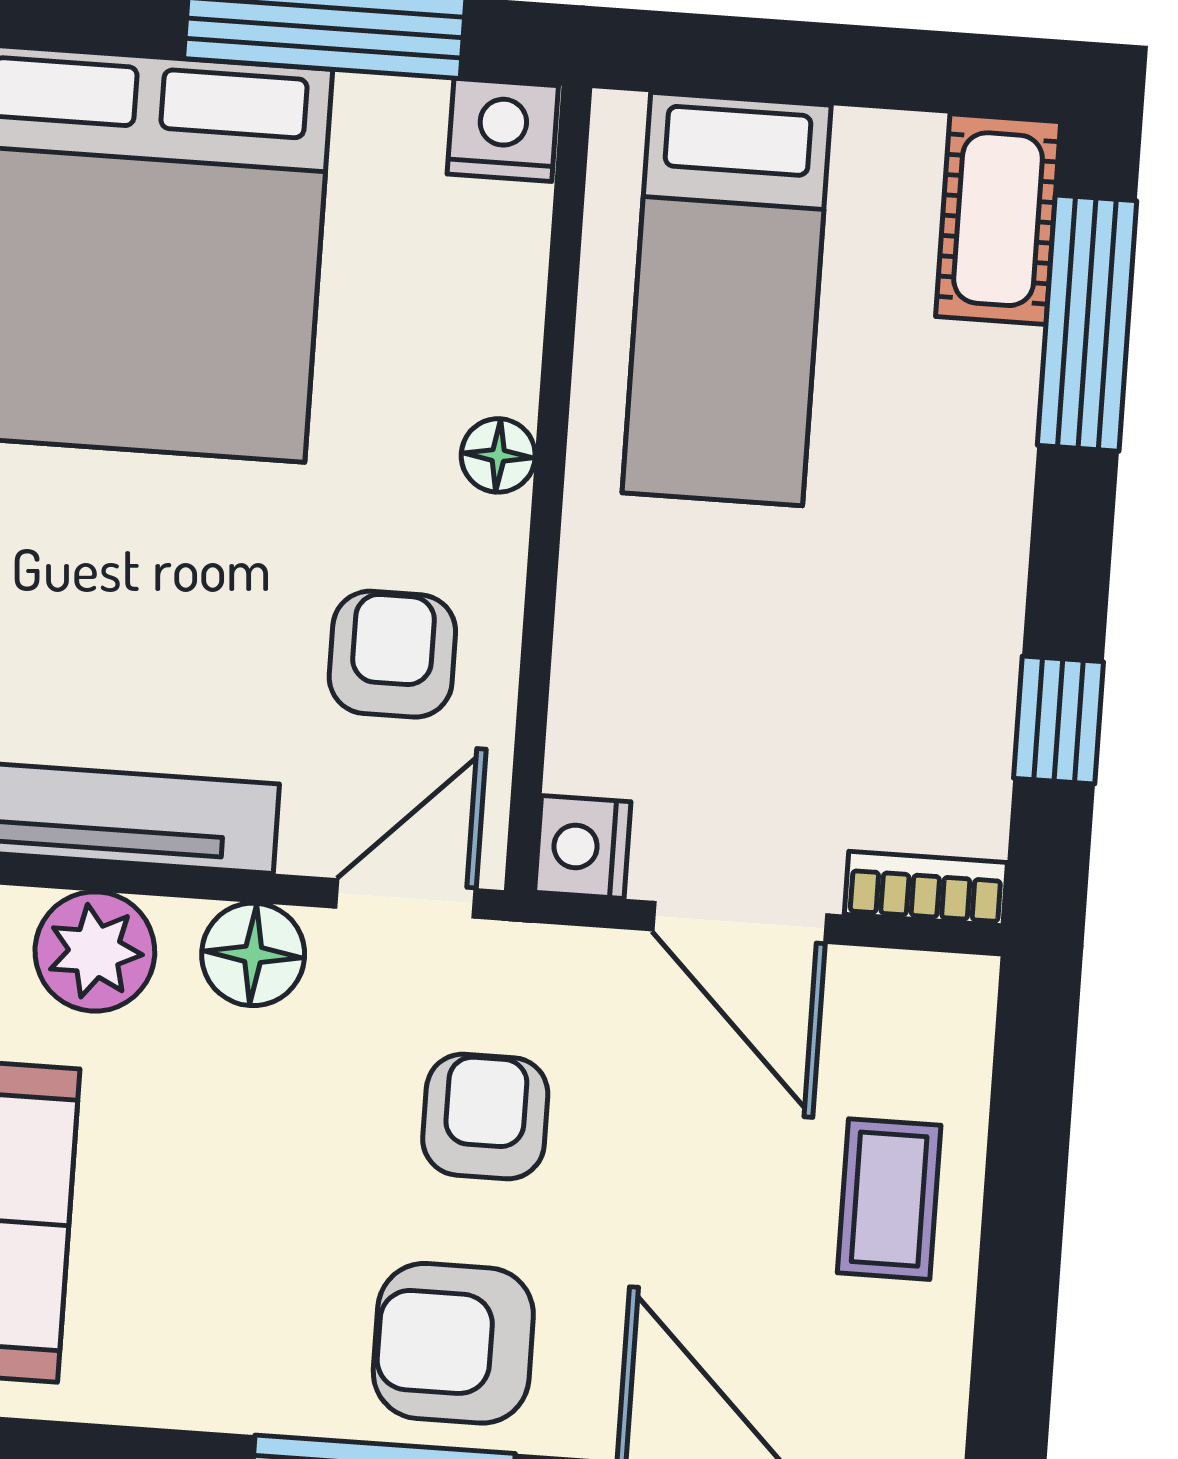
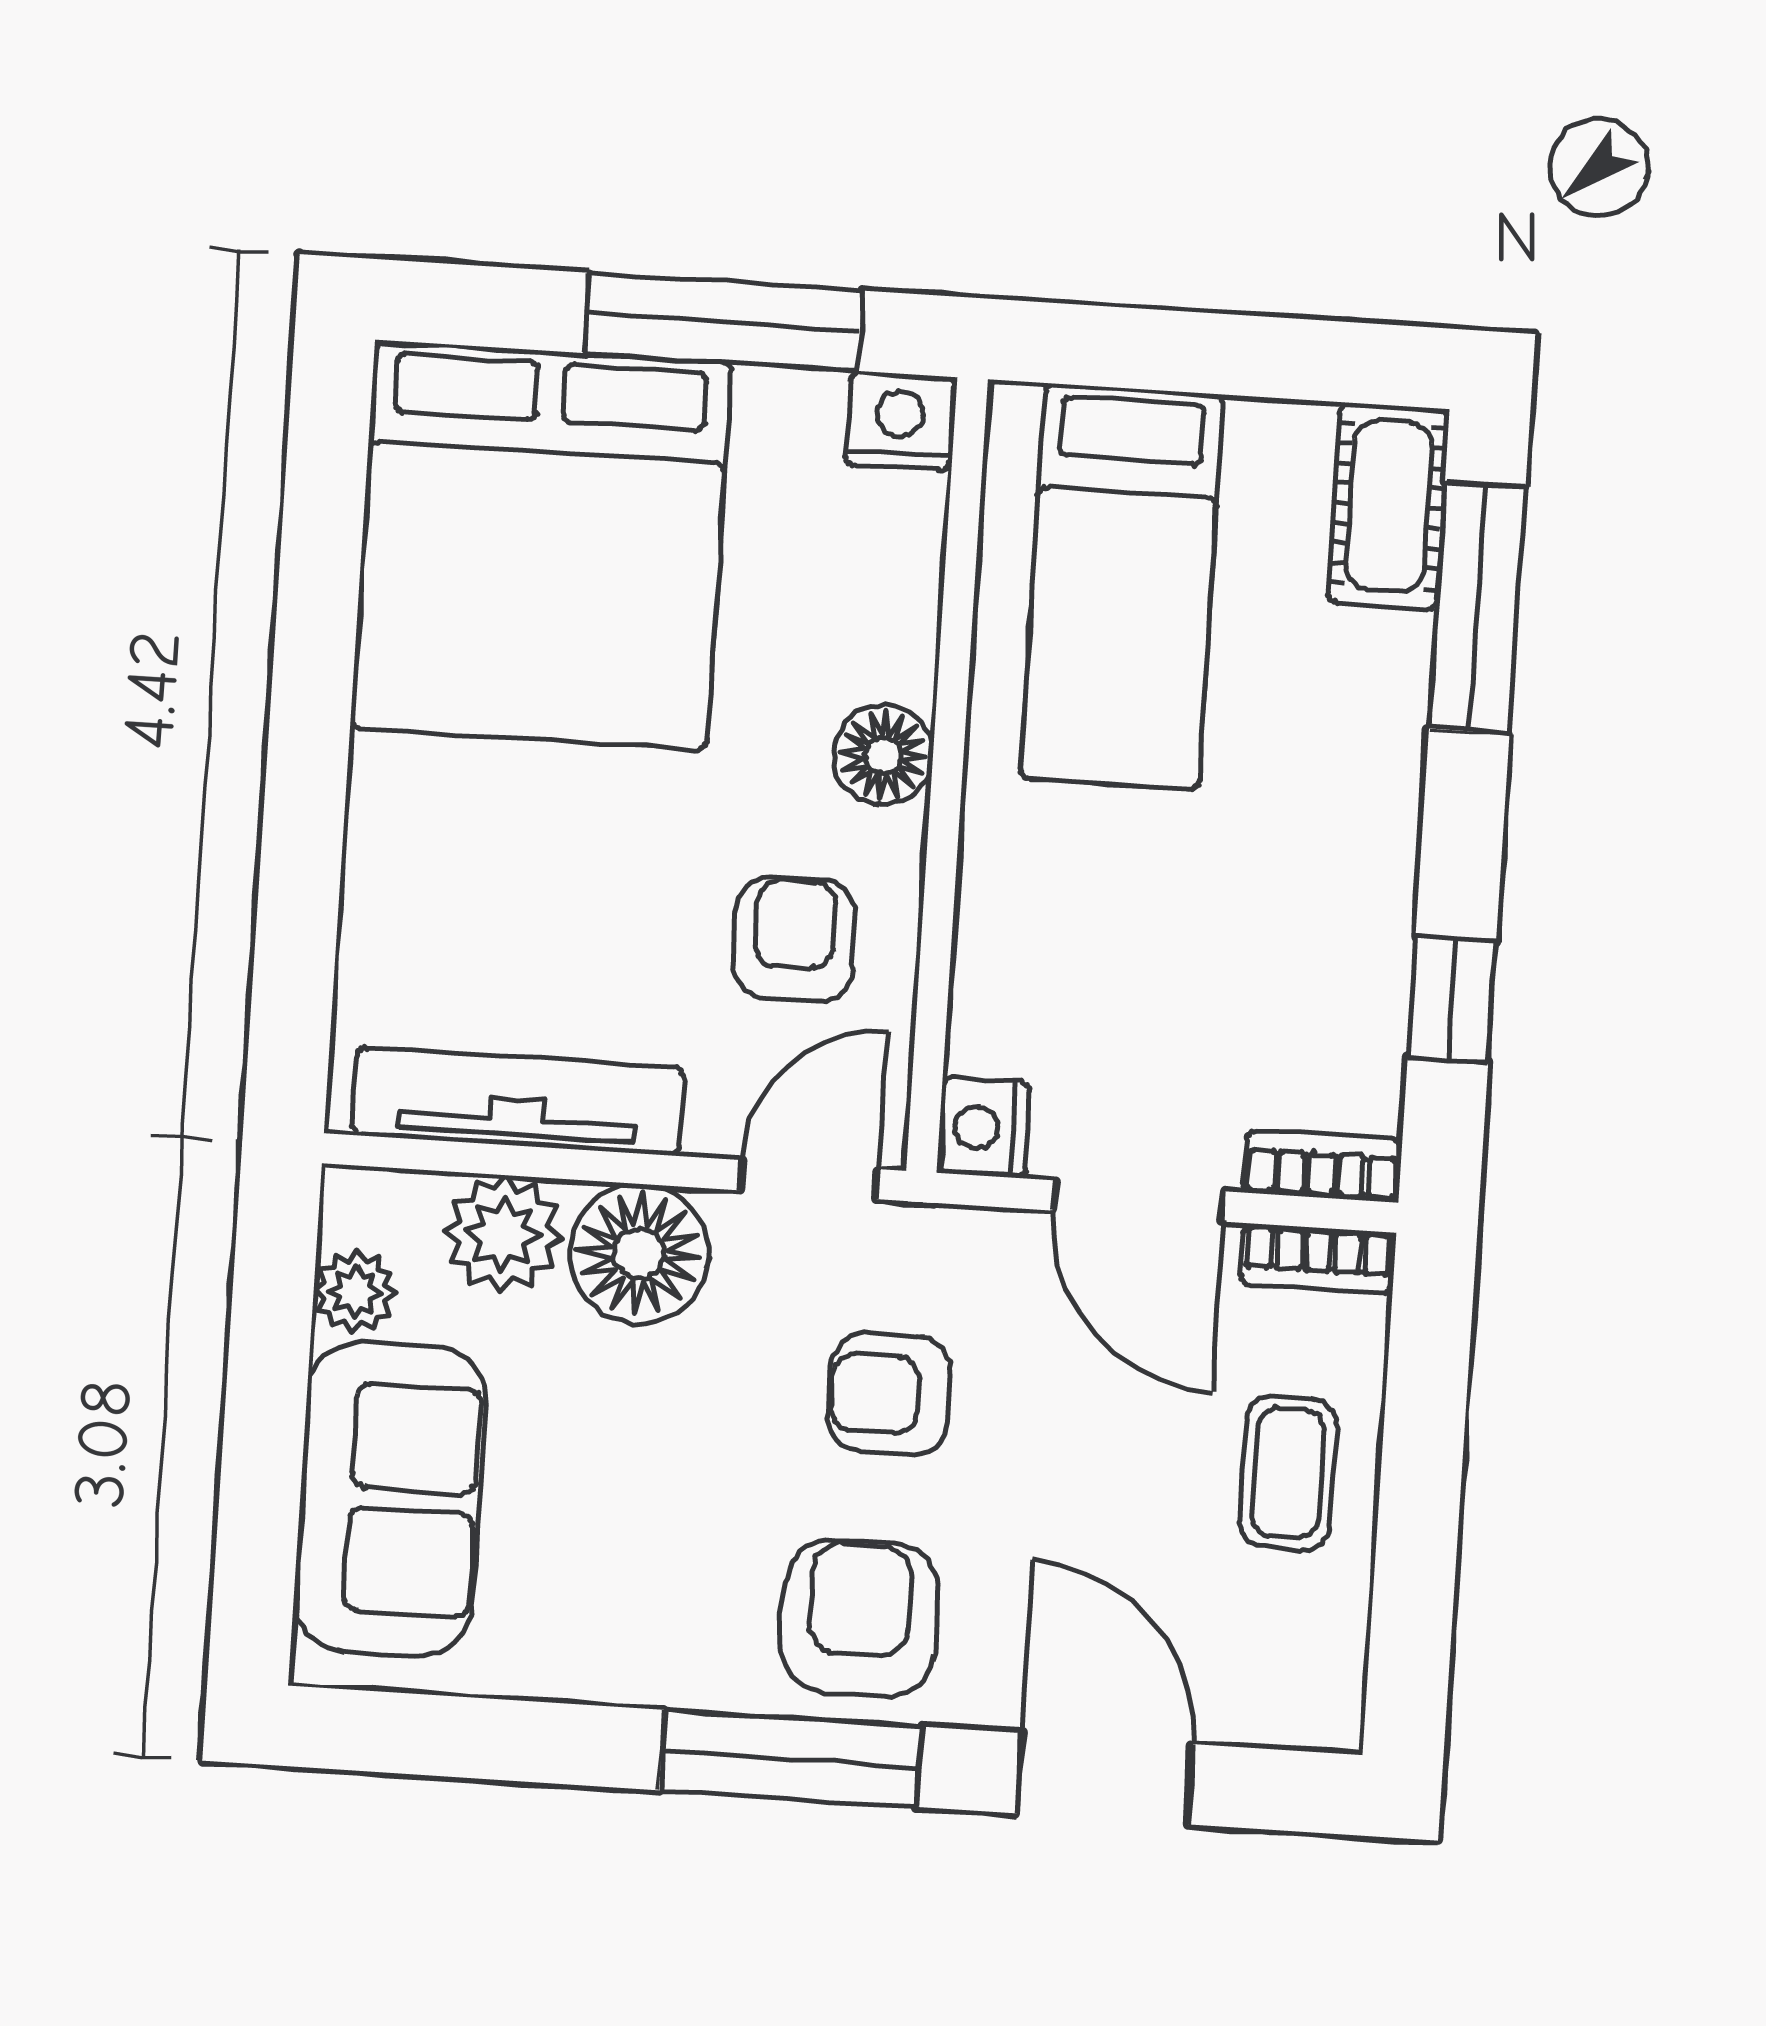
floor lamp: (498, 455) -> (883, 755), width x1.37, depth x1.37
floor lamp: (253, 954) -> (639, 1254), width x1.38, depth x1.38
bookcase: (921, 982) -> (1318, 1258), added
armchair: (485, 1116) -> (889, 1394), turned -90
armchair: (453, 1343) -> (859, 1618), turned 90

